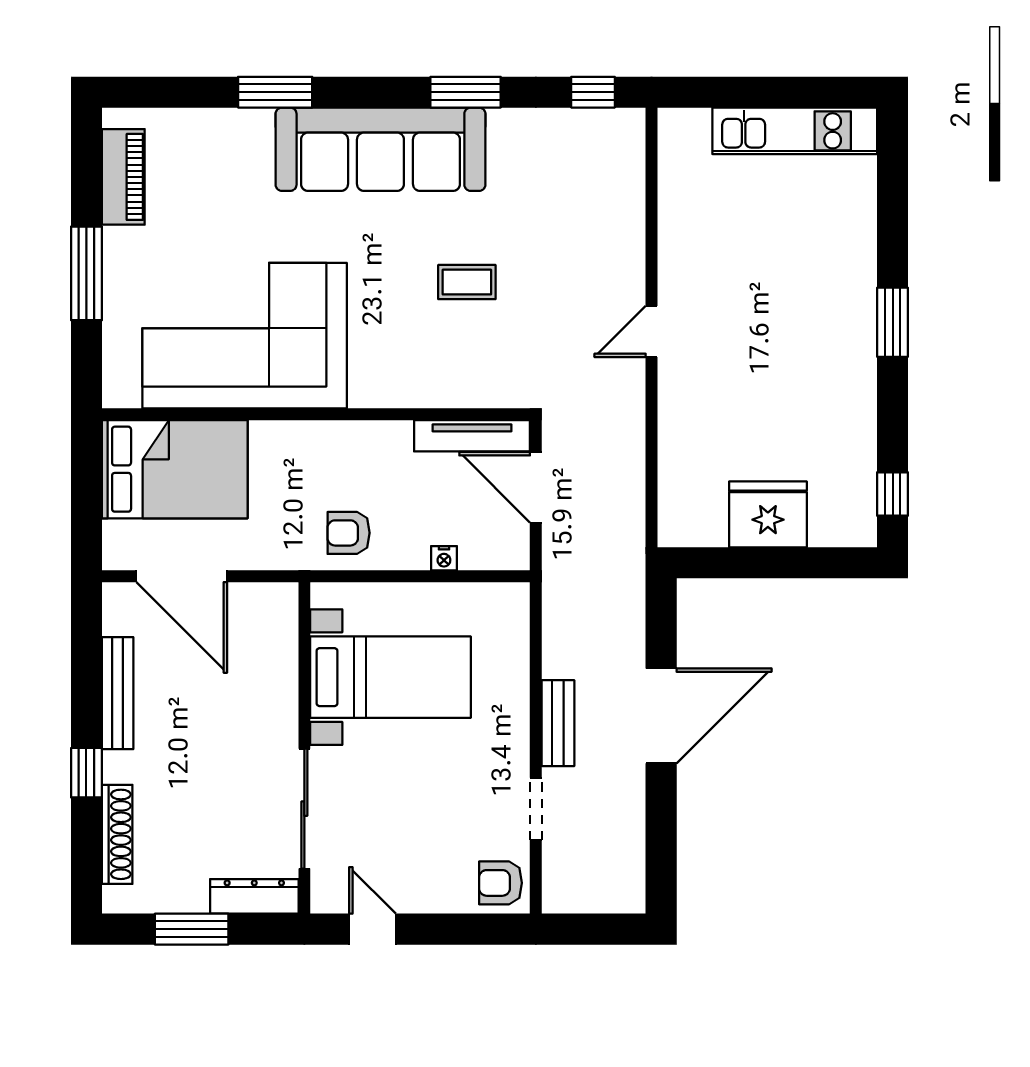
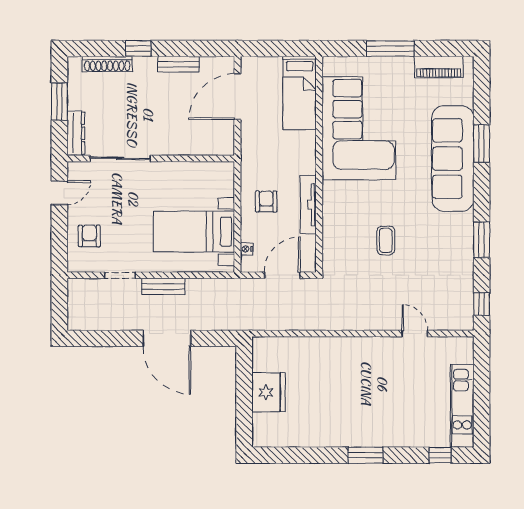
sofa: (380, 149) -> (453, 159), moved
door: (651, 331) -> (415, 334), moved
tv unit: (472, 436) -> (308, 205), moved
bed: (175, 469) -> (300, 93), width x0.67
window: (893, 494) -> (440, 455), moved
armchair: (349, 533) -> (266, 201), moved
nightstand: (444, 558) -> (246, 249), moved
bed with nightstands: (390, 677) -> (194, 232), moved, turned 90
bench: (118, 693) -> (178, 64), width x0.73
armchair: (501, 883) -> (89, 236), moved

